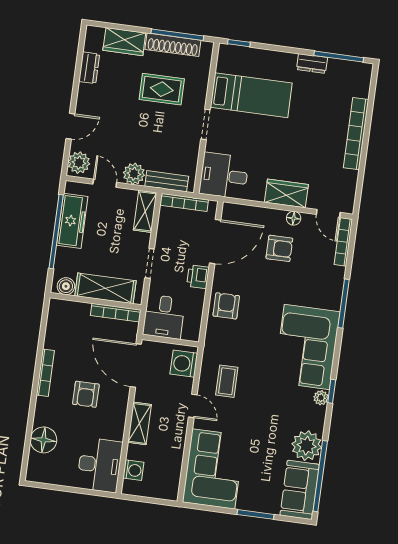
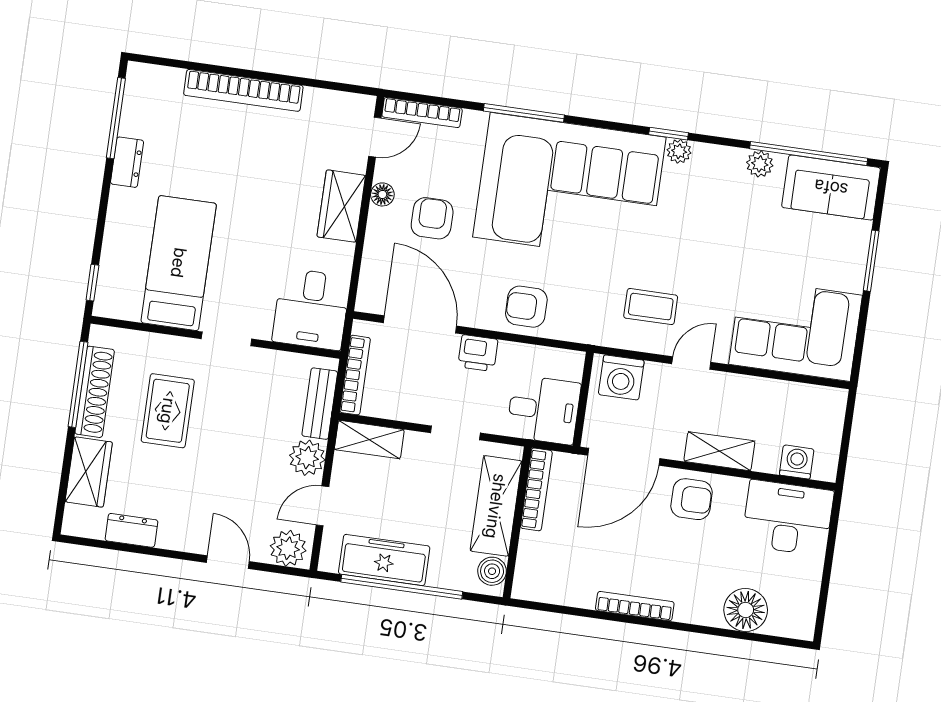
corner sofa: (307, 347) -> (569, 187), width x1.36, depth x1.36
armchair: (86, 394) -> (692, 499), moved
plant: (307, 446) -> (760, 164), width x0.53, depth x0.53

